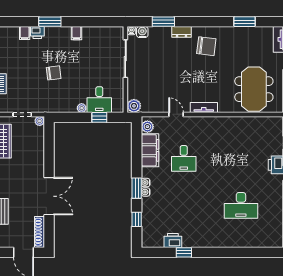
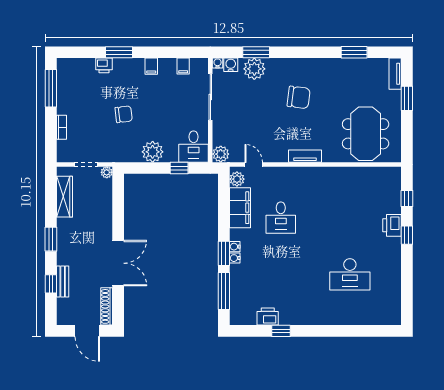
dresser: (181, 32) -> (278, 65), removed
filing cabinet: (25, 33) -> (183, 66), moved
plant: (162, 35) -> (254, 69), added
chair: (206, 46) -> (299, 97), moved
desk: (99, 100) -> (194, 147), moved
plant: (82, 108) -> (153, 152), width x1.88, depth x1.88
door: (176, 114) -> (254, 164), moved
window: (137, 219) -> (224, 291), width x2.17

